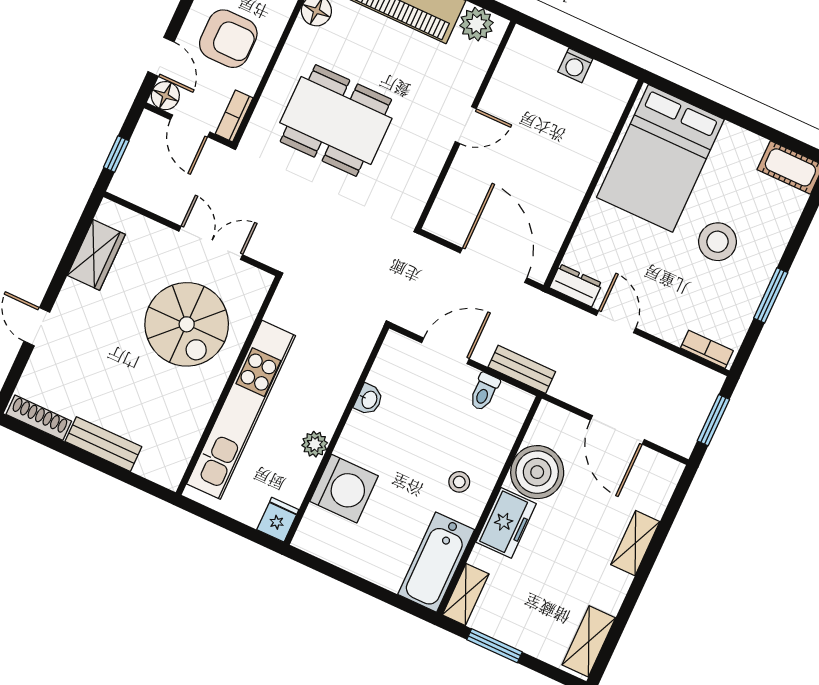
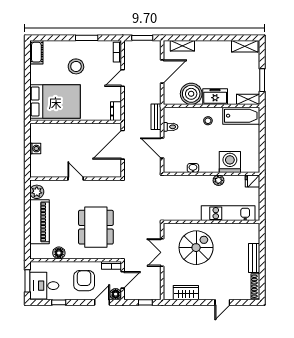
door: (616, 322) -> (123, 78), moved
kitchen unit: (241, 410) -> (228, 213), width x0.73
shelving: (635, 543) -> (182, 46), moved

